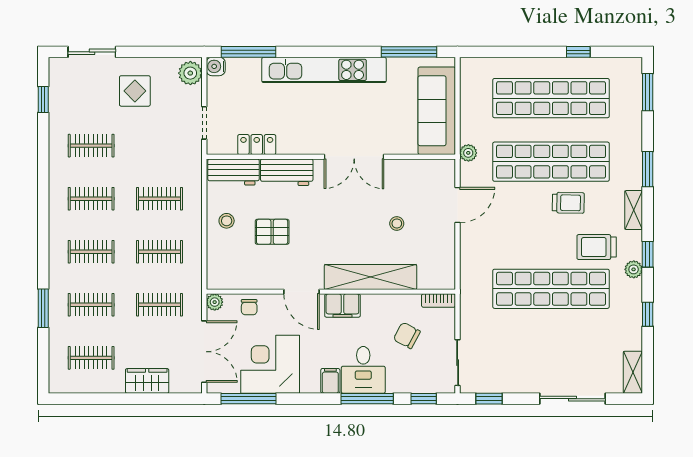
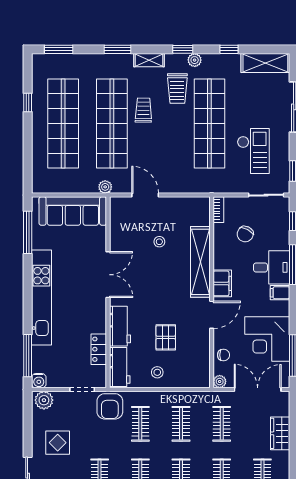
armchair: (182, 159) -> (110, 406), added
checkout: (515, 346) -> (253, 151), added
shelving: (633, 372) -> (265, 63), width x1.50, depth x1.33

